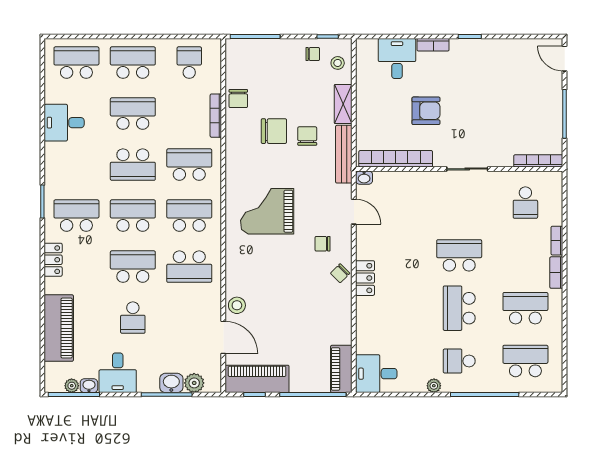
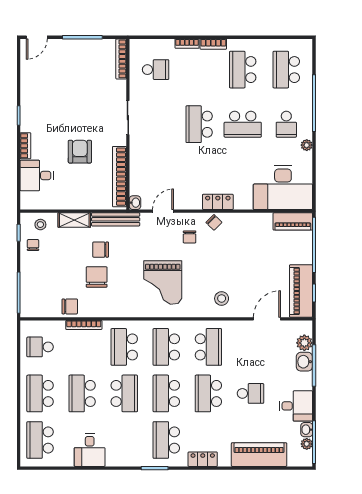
stool: (237, 305) -> (222, 298), moved
desk: (376, 374) -> (283, 187), width x1.87, depth x1.30

